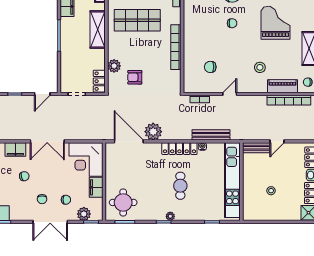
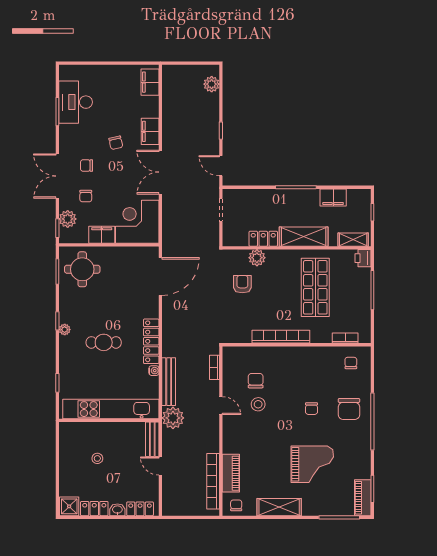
stool: (260, 67) -> (258, 404), moved
locker: (99, 81) -> (263, 239), moved
plant: (153, 132) -> (173, 418), moved

